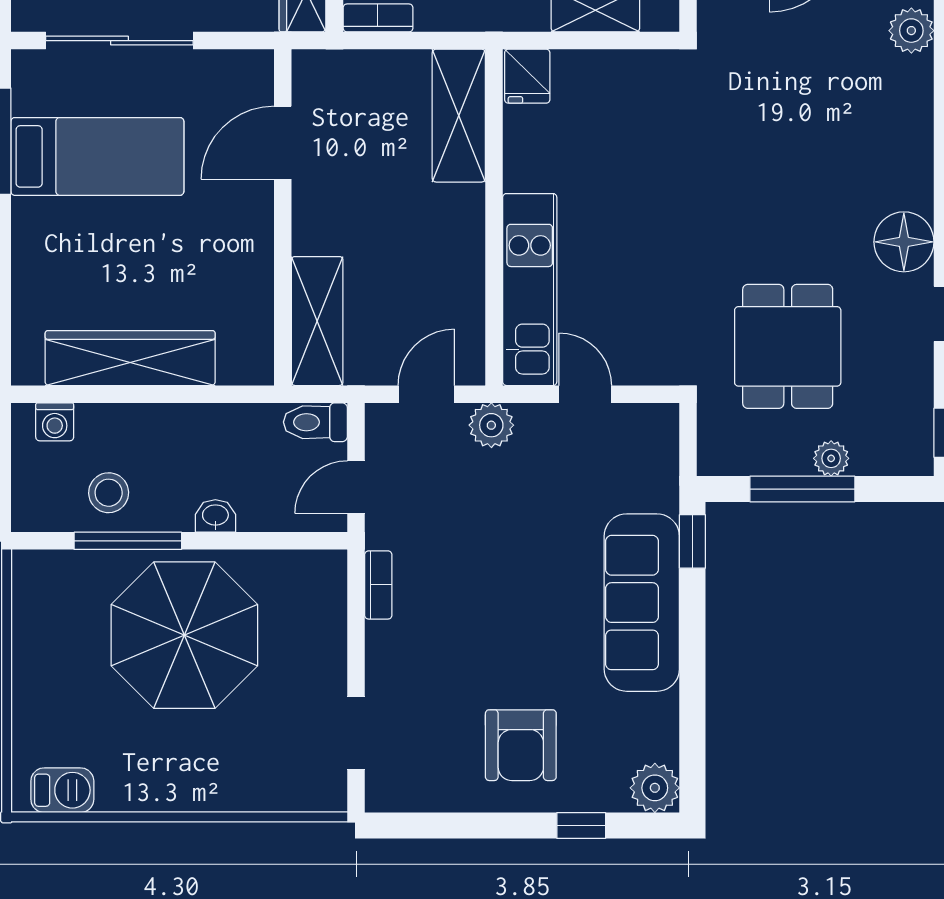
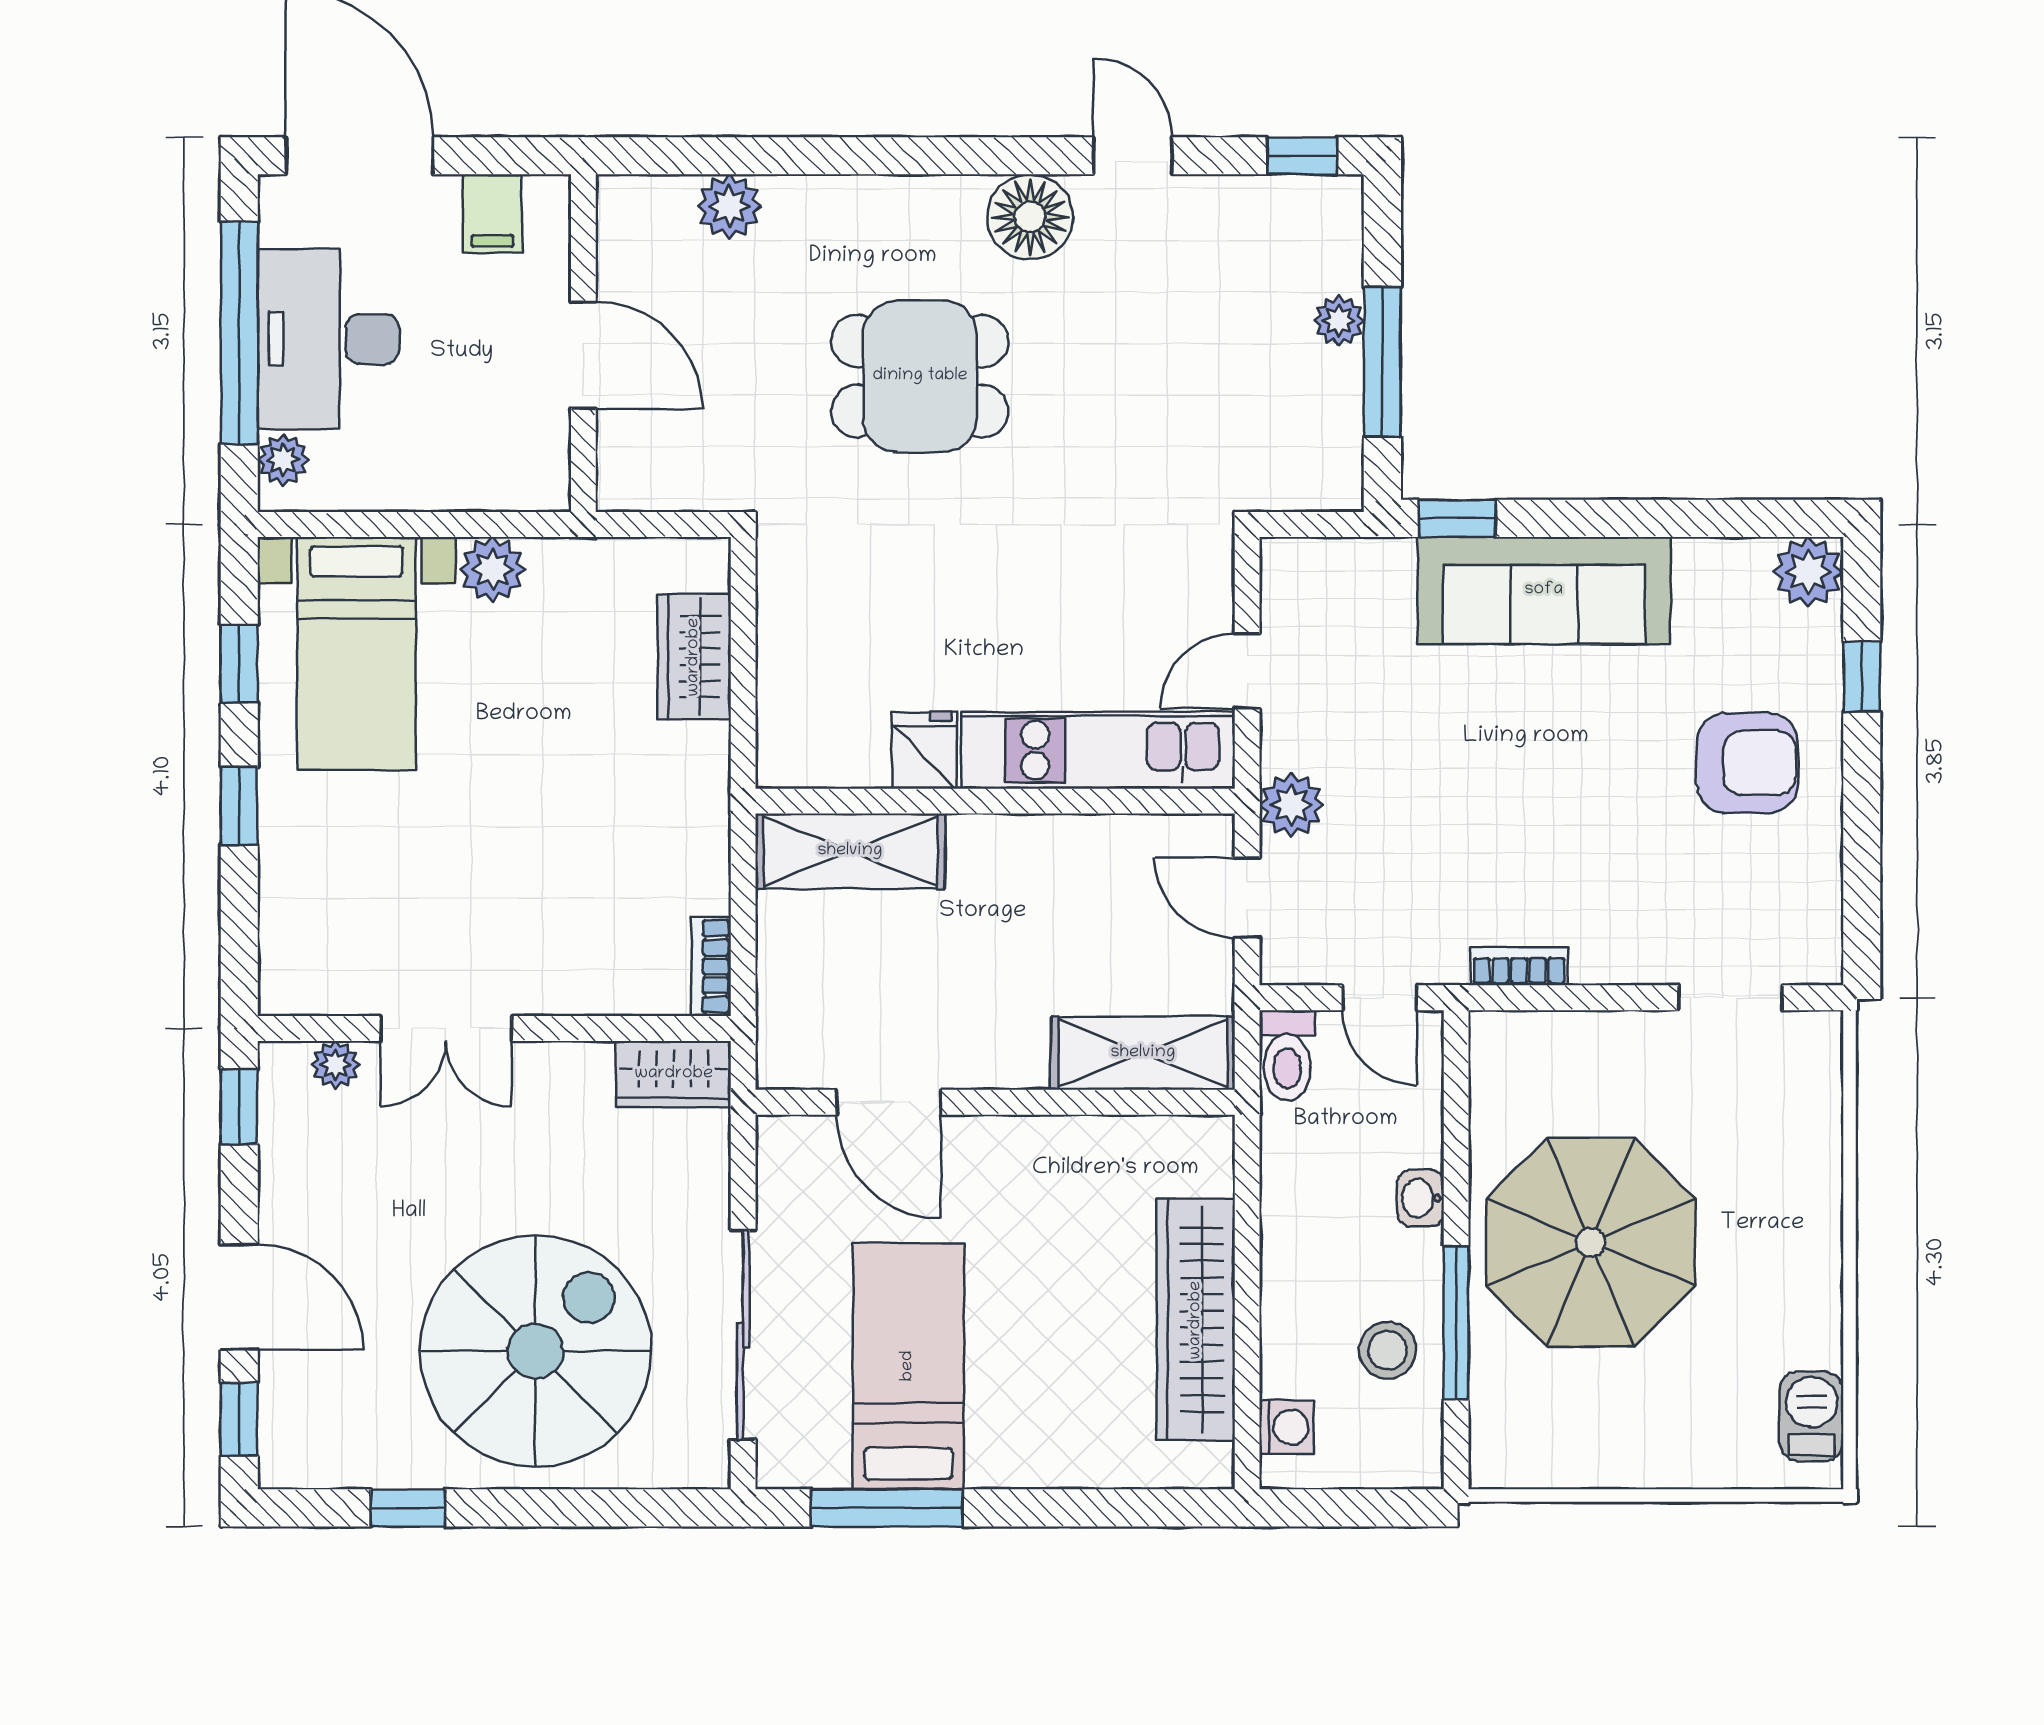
fridge: (527, 76) -> (924, 750), moved, turned -90
dining table: (788, 346) -> (920, 376), moved

